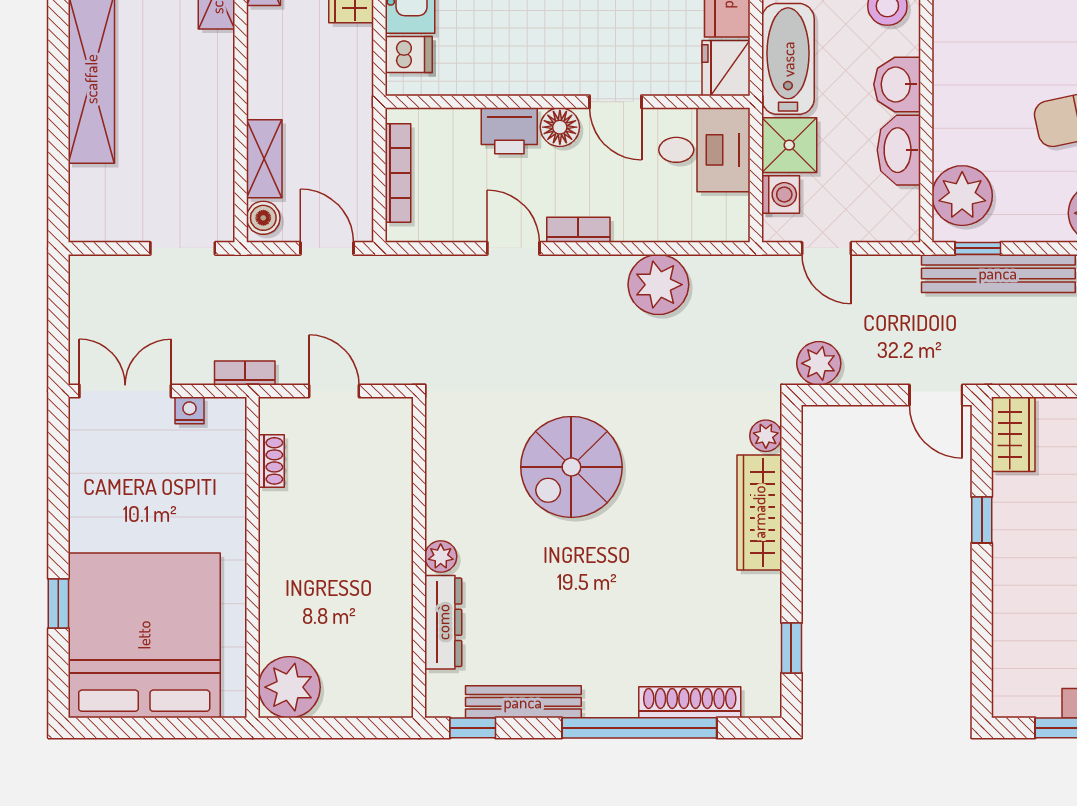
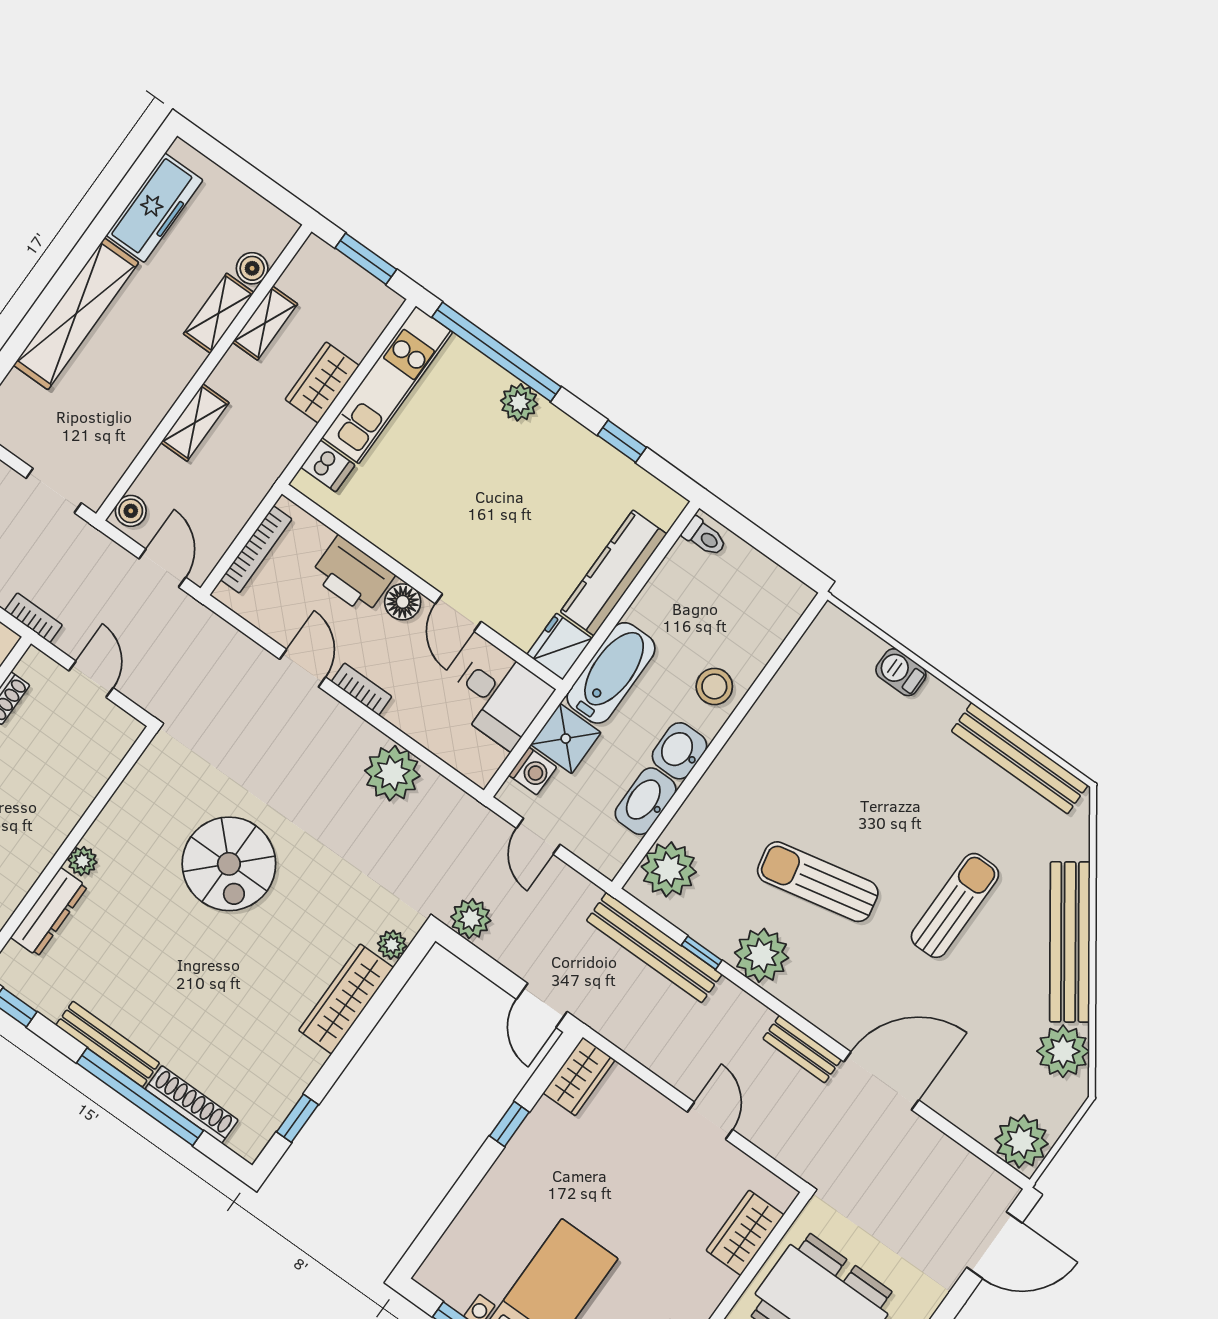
printer: (509, 131) -> (352, 575), width x1.37, depth x1.19
shelving: (264, 159) -> (195, 423), moved
window: (978, 248) -> (702, 953), moved
spiral stairs: (571, 467) -> (229, 864), turned -90
bench: (523, 702) -> (108, 1044), moved

